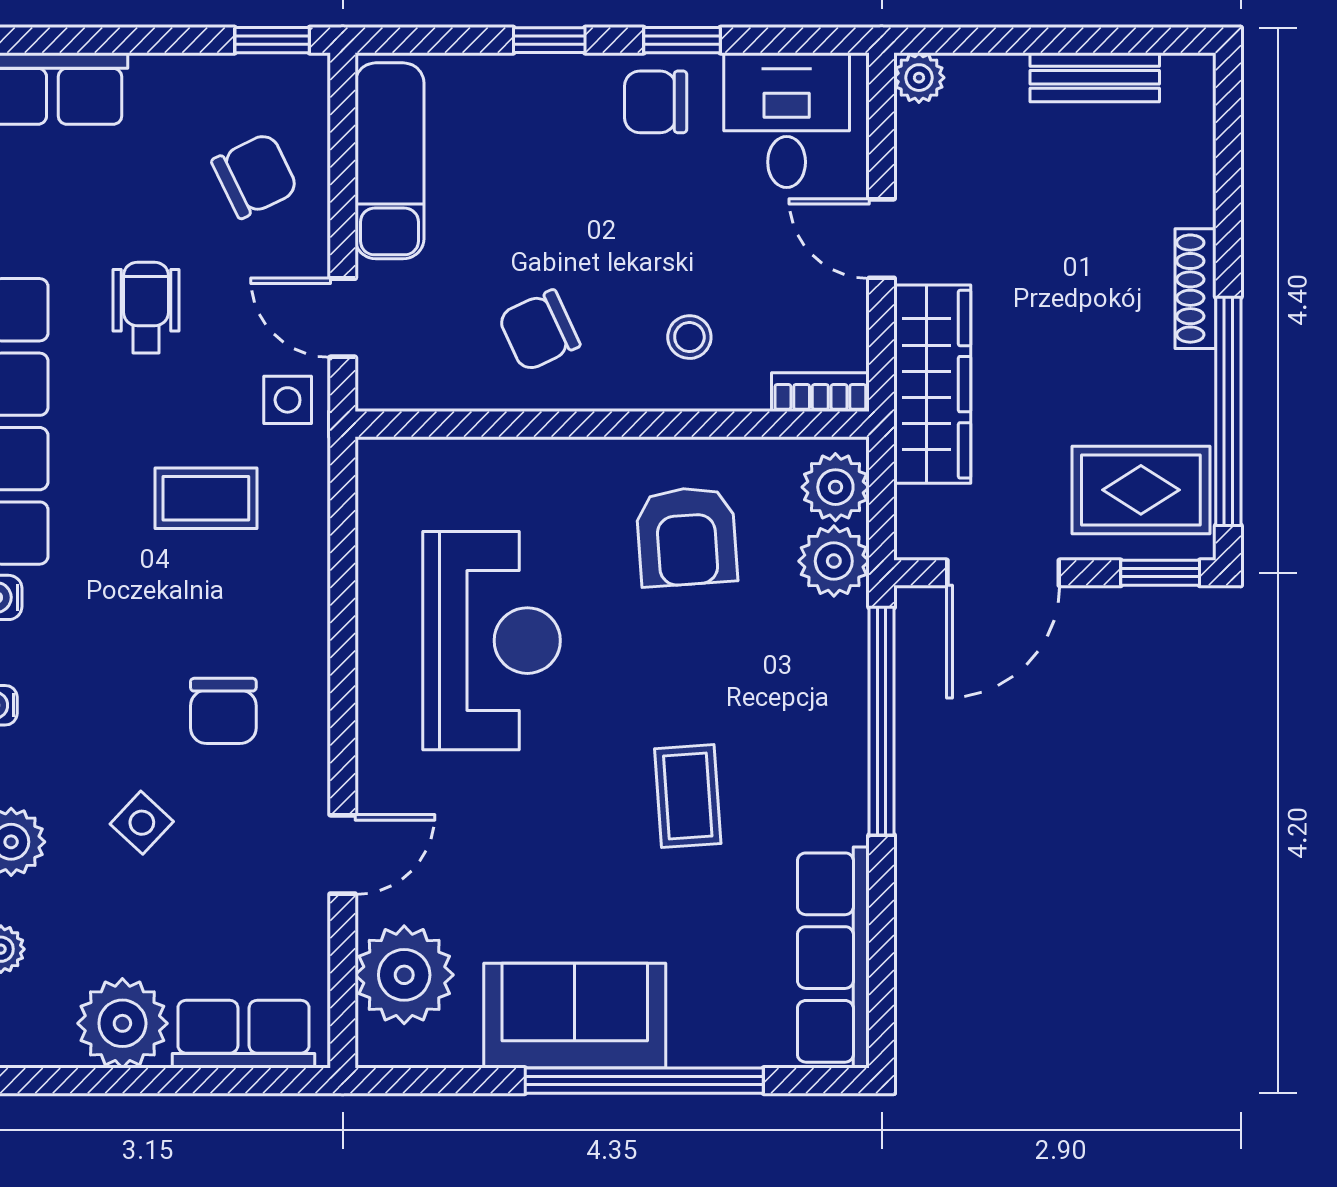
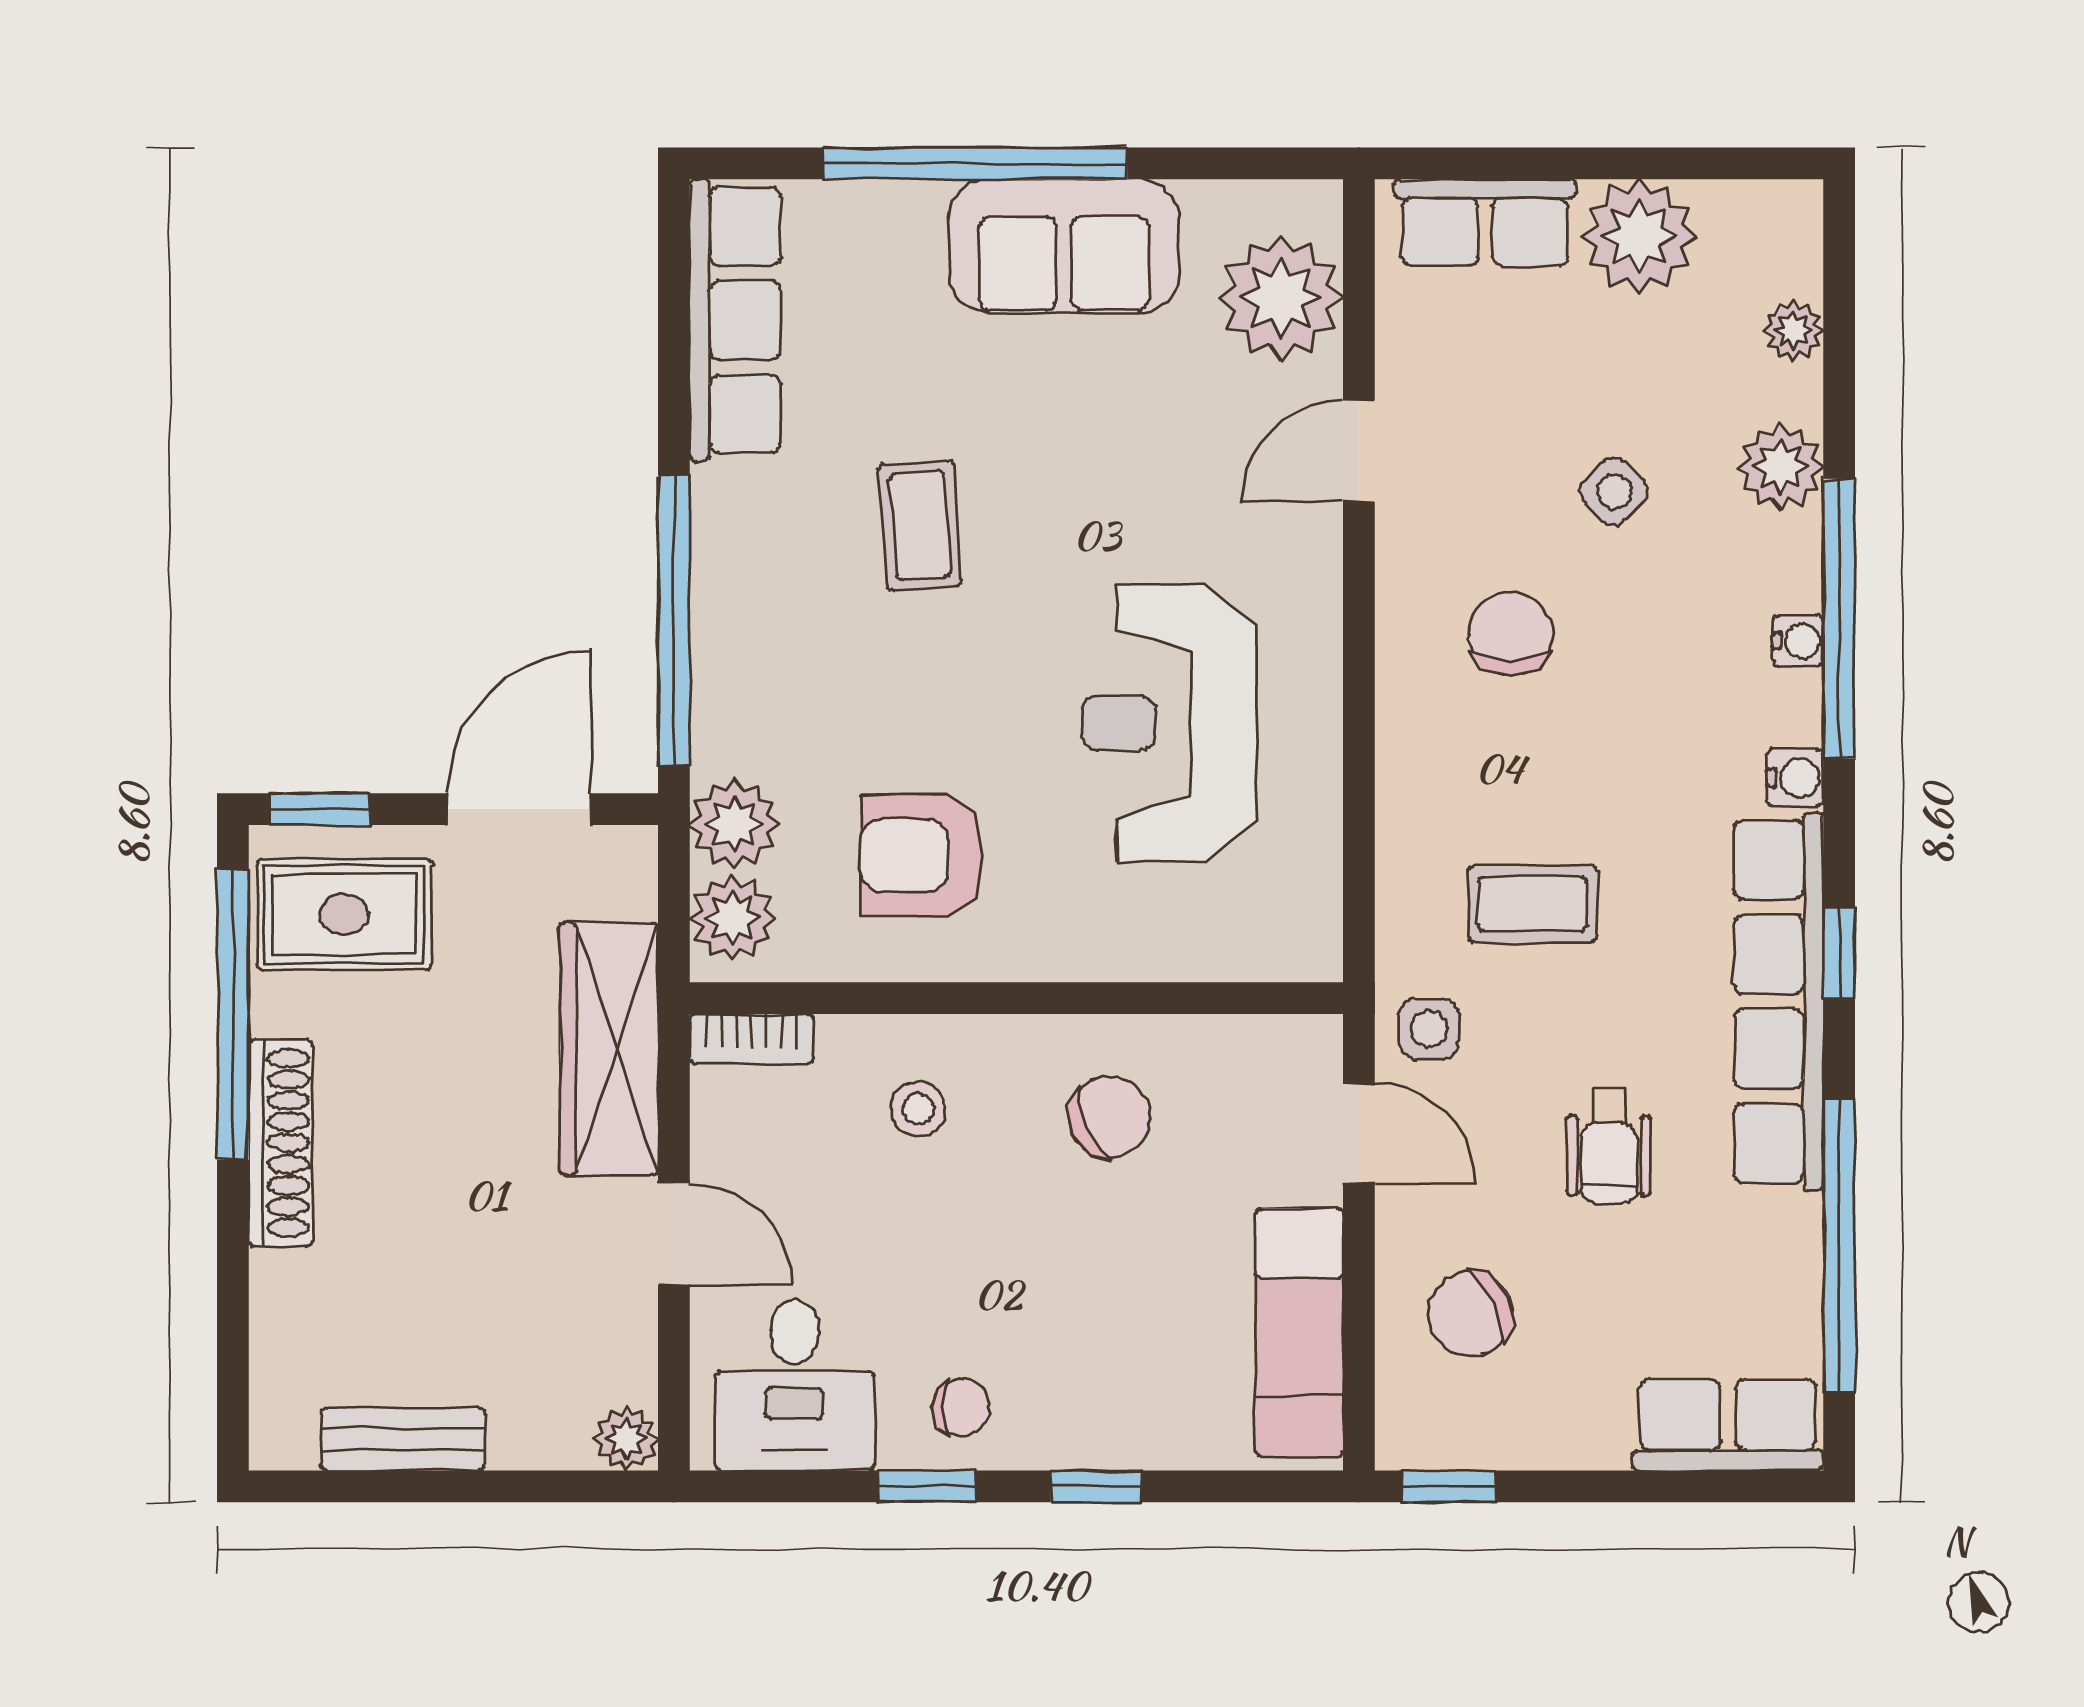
chair: (656, 102) -> (961, 1408), width x0.73, depth x0.73
shoe rack: (1196, 289) -> (281, 1143), width x1.36, depth x1.24
armchair: (687, 536) -> (922, 855), turned -86

